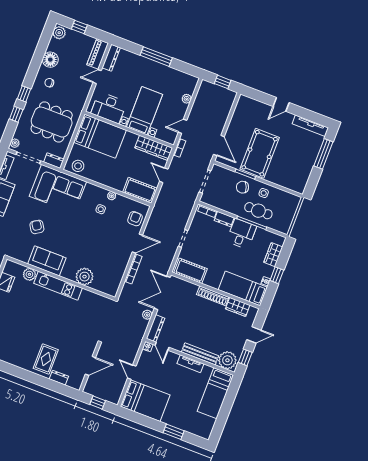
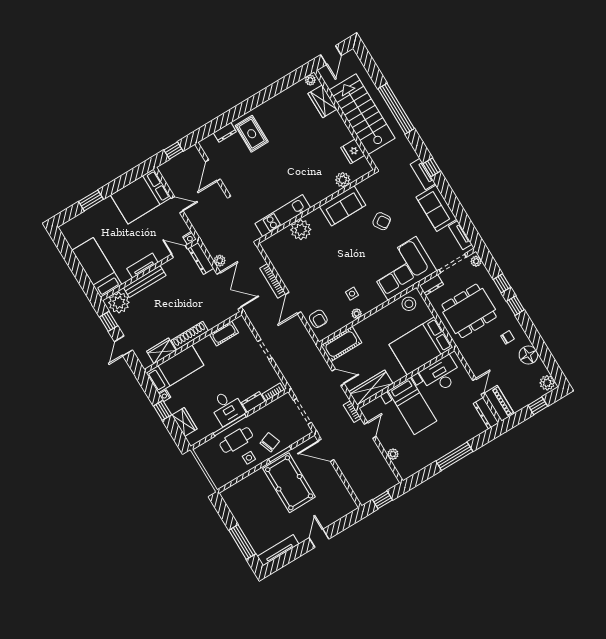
cot: (191, 271) -> (224, 333), width x0.73, depth x0.75
kitchen unit: (58, 286) -> (283, 216), moved

